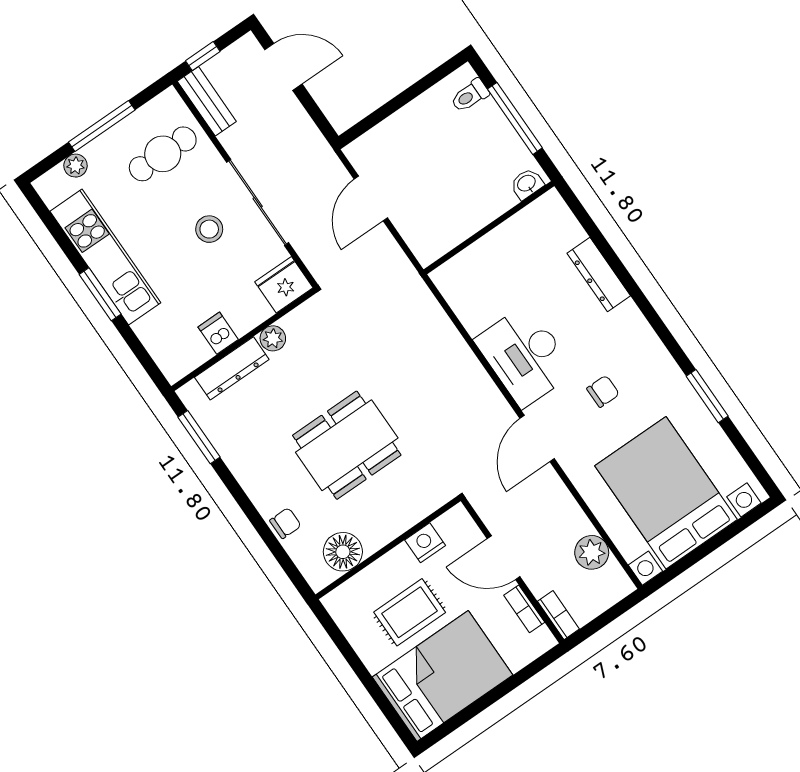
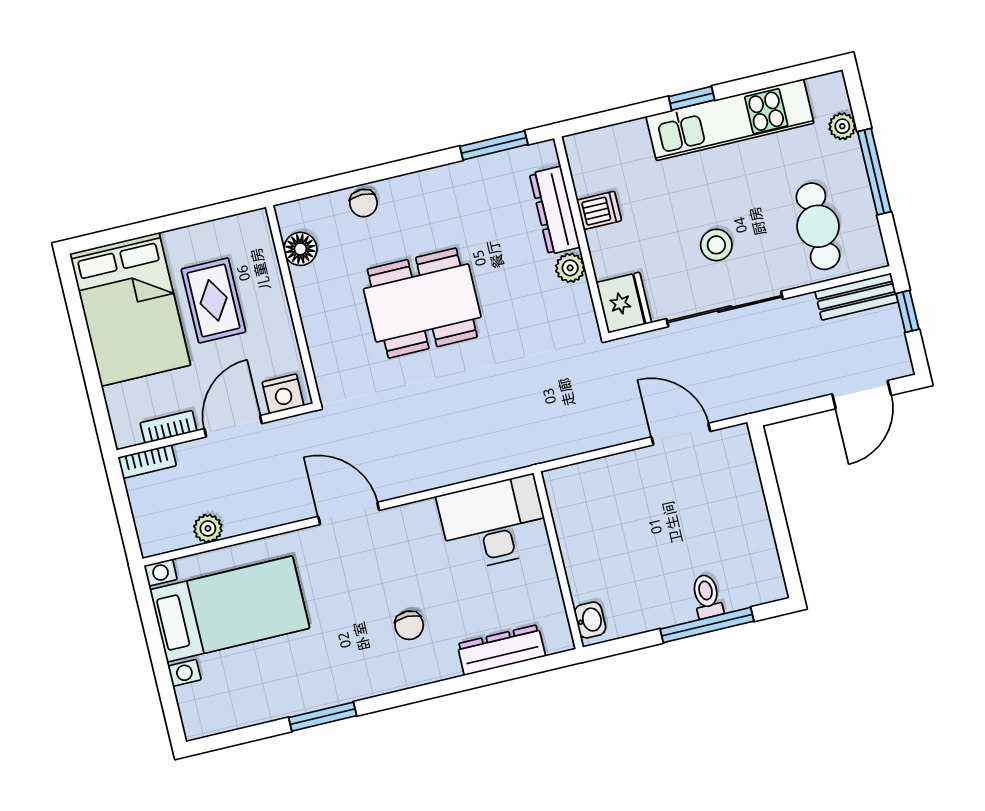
toilet: (470, 96) -> (707, 596), moved
washbasin: (527, 184) -> (590, 620), moved
wall: (489, 228) -> (558, 560), moved
window: (100, 294) -> (692, 98), width x0.67
desk: (525, 356) -> (494, 523), moved
chair: (603, 391) -> (409, 625), moved
dining table: (347, 445) -> (422, 303), turned 90
bed with nightstands: (666, 493) -> (230, 609), width x0.73
nightstand: (425, 543) -> (283, 394), moved, turned 90
floor lamp: (343, 552) -> (300, 249), width x0.73, depth x0.73
plant: (592, 552) -> (208, 528), width x0.73, depth x0.73

